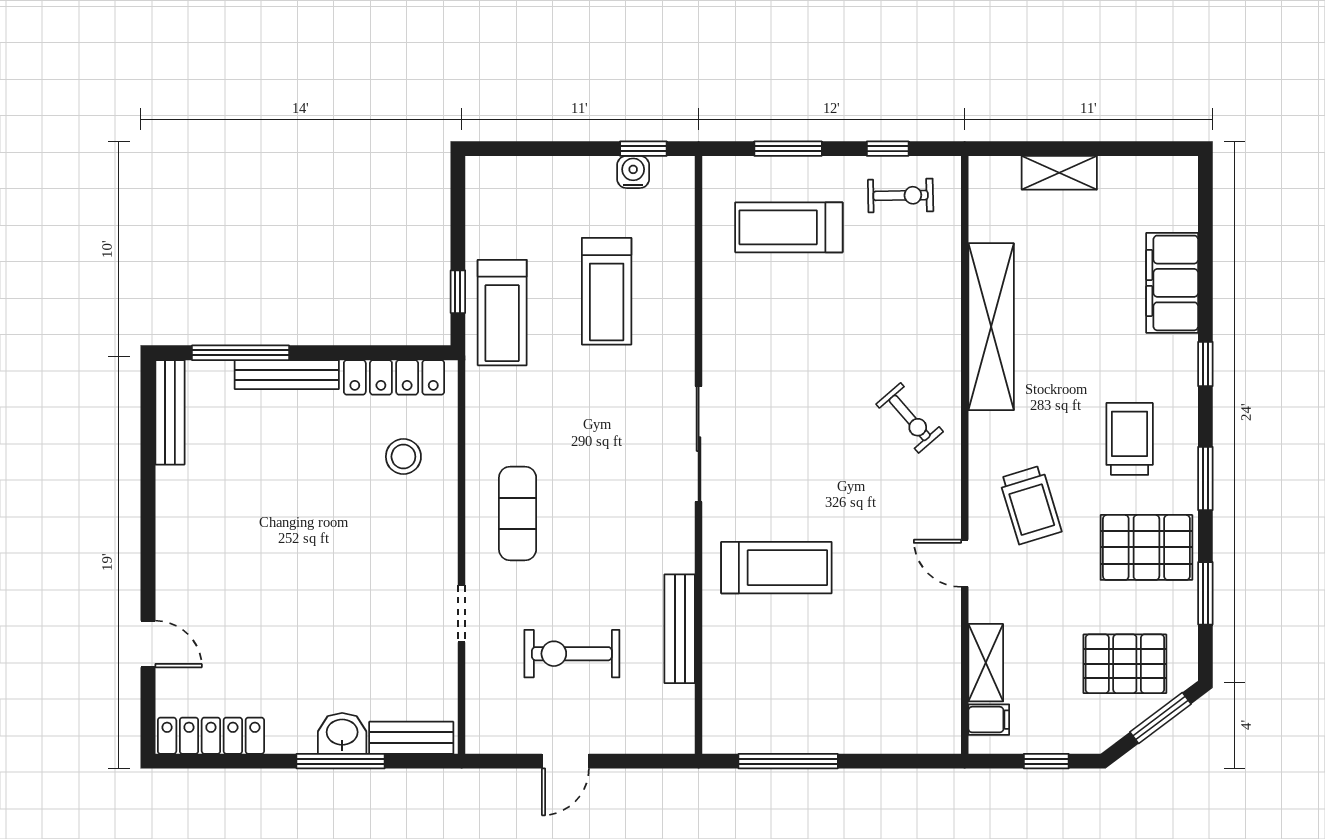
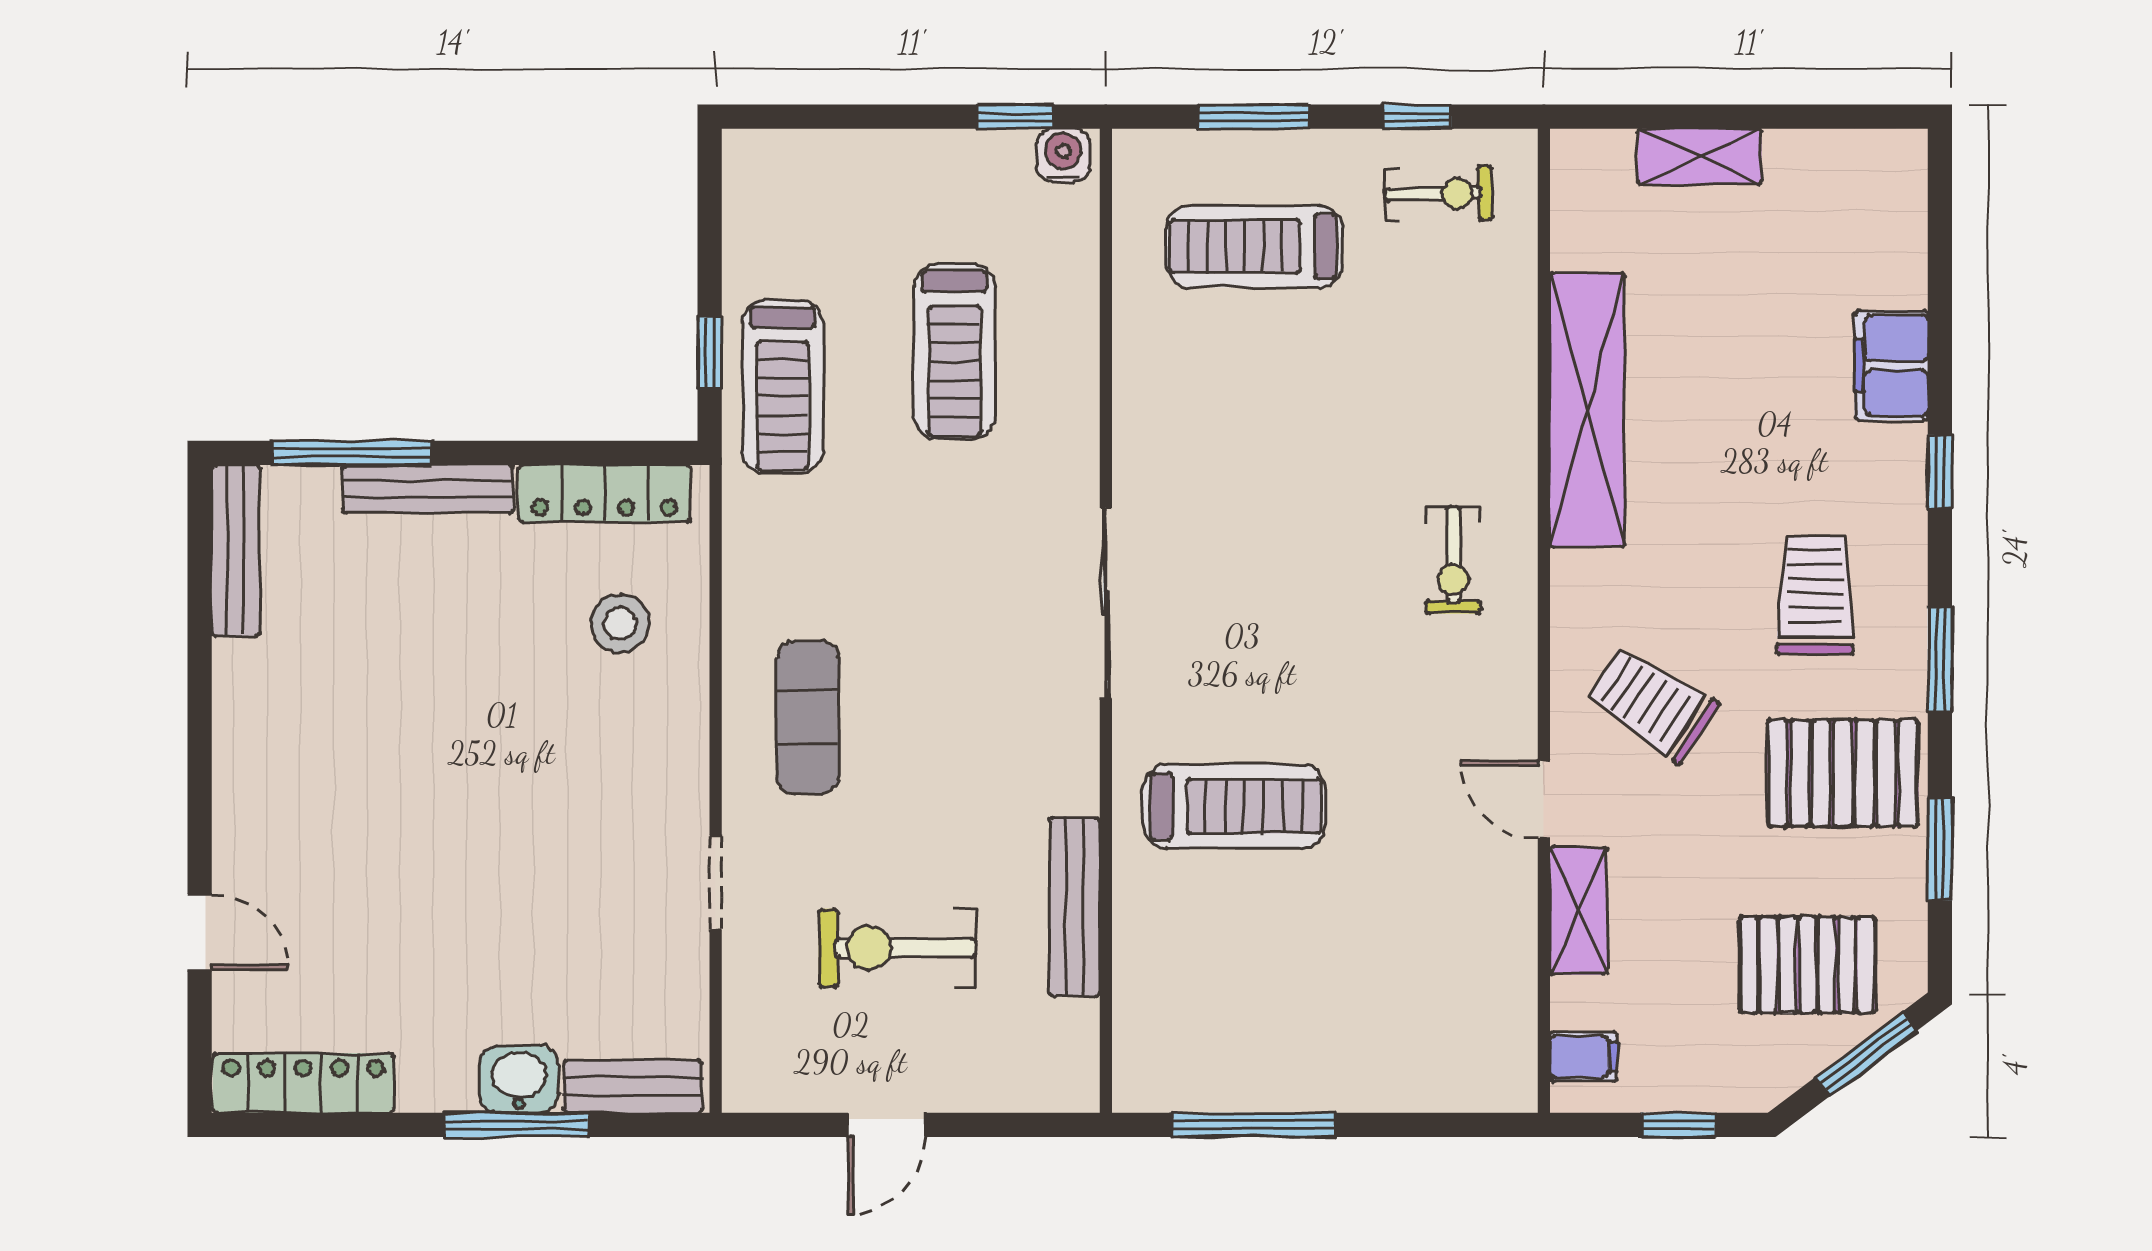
water cooler: (633, 172) -> (1063, 155), moved
filing cabinet: (1172, 283) -> (1891, 365), width x0.67, depth x0.86
exercise bike: (910, 418) -> (1453, 560), turned 41
trolley: (1030, 505) -> (1652, 703), turned 140
shelving: (986, 663) -> (1579, 911), moved

